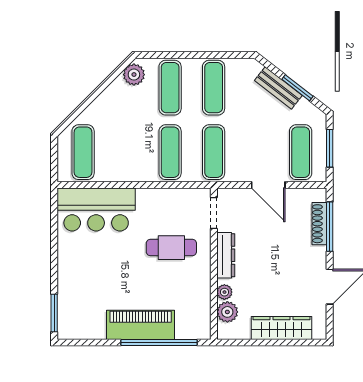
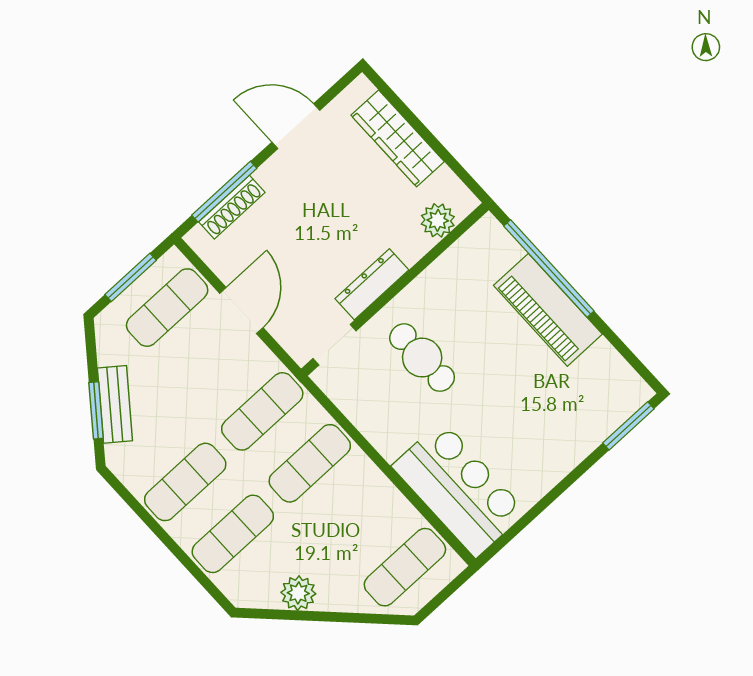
plant: (134, 75) -> (298, 593), moved
window: (297, 88) -> (96, 410), moved
plant: (224, 292) -> (417, 245), removed

